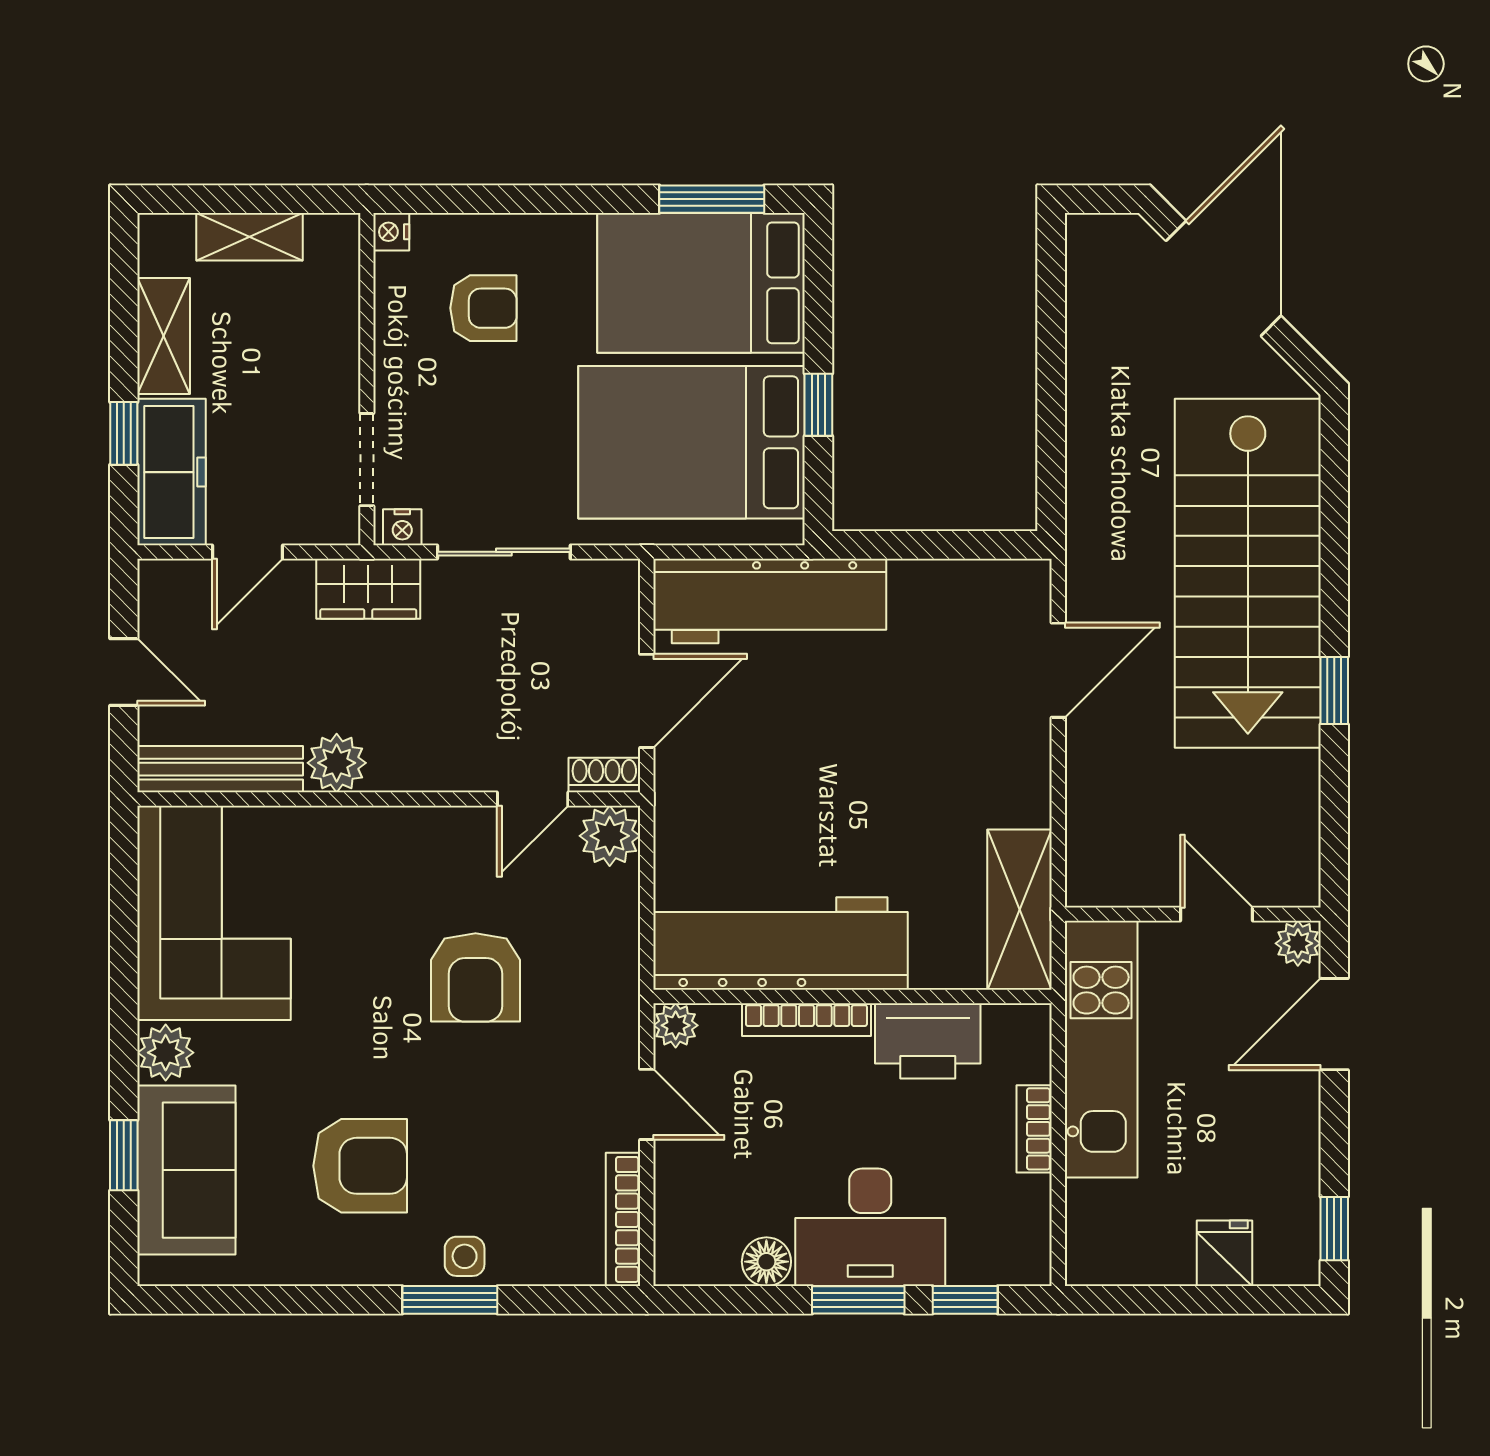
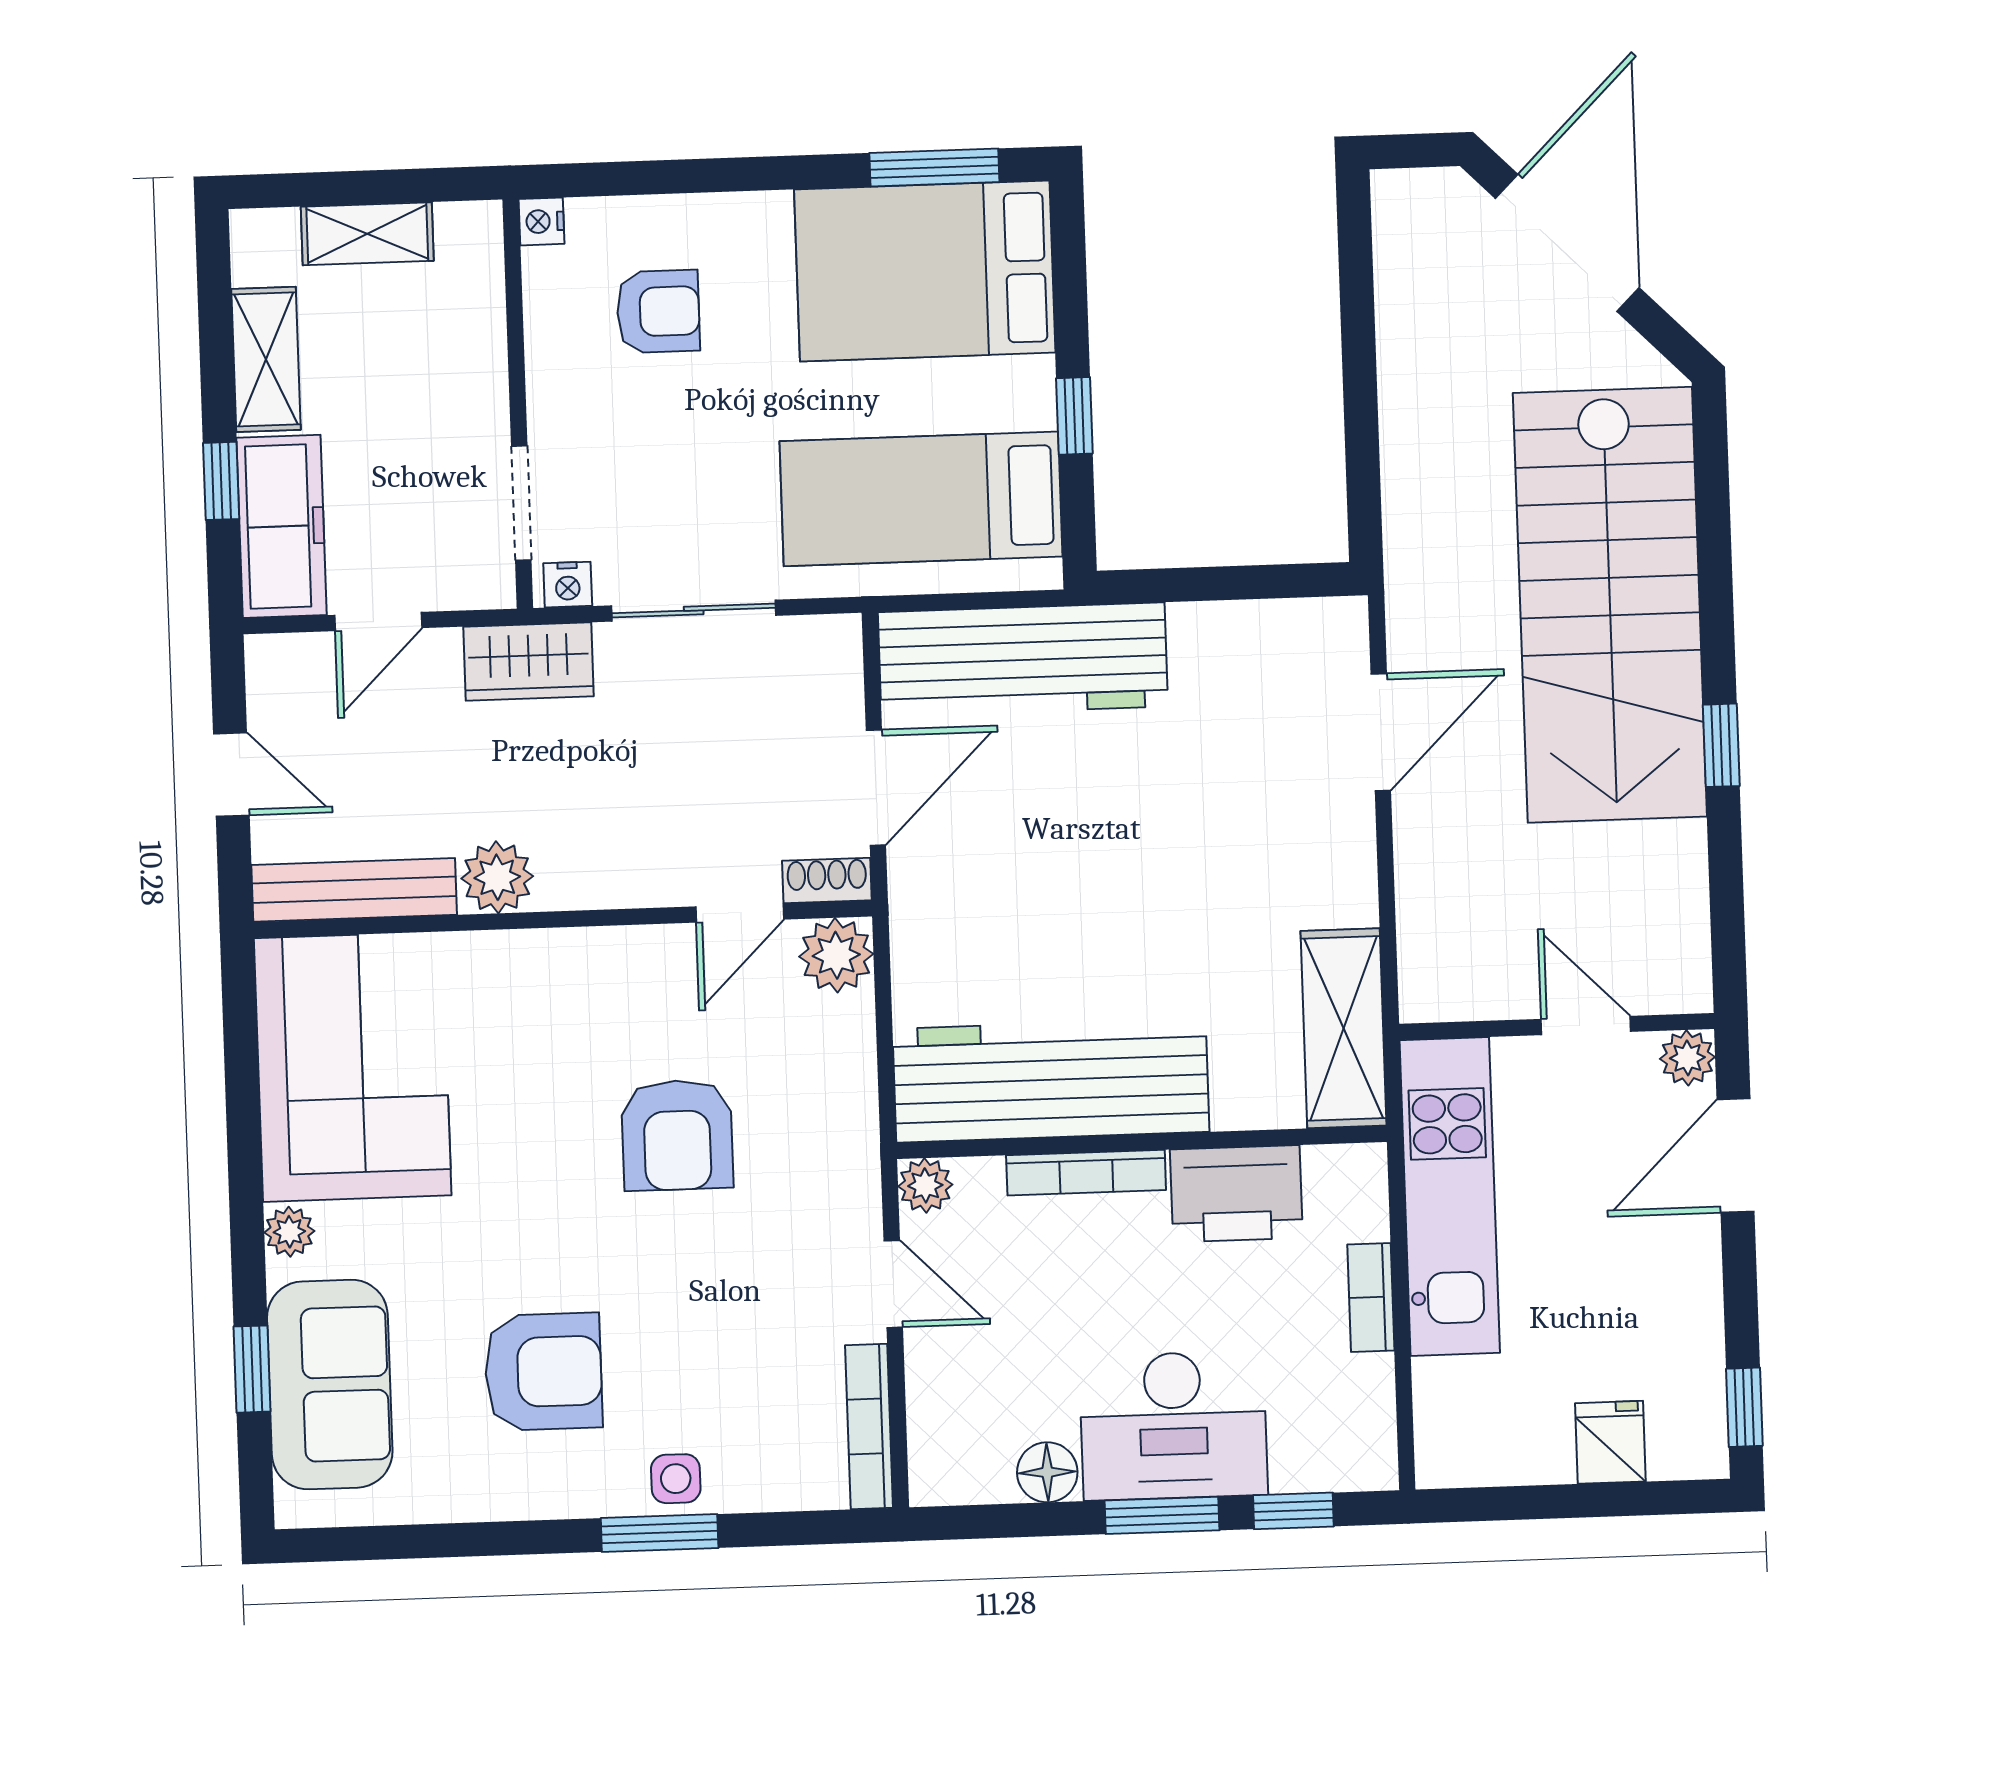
bed: (692, 442) -> (921, 499), width x0.67
plant: (166, 1053) -> (289, 1232), width x0.73, depth x0.73

